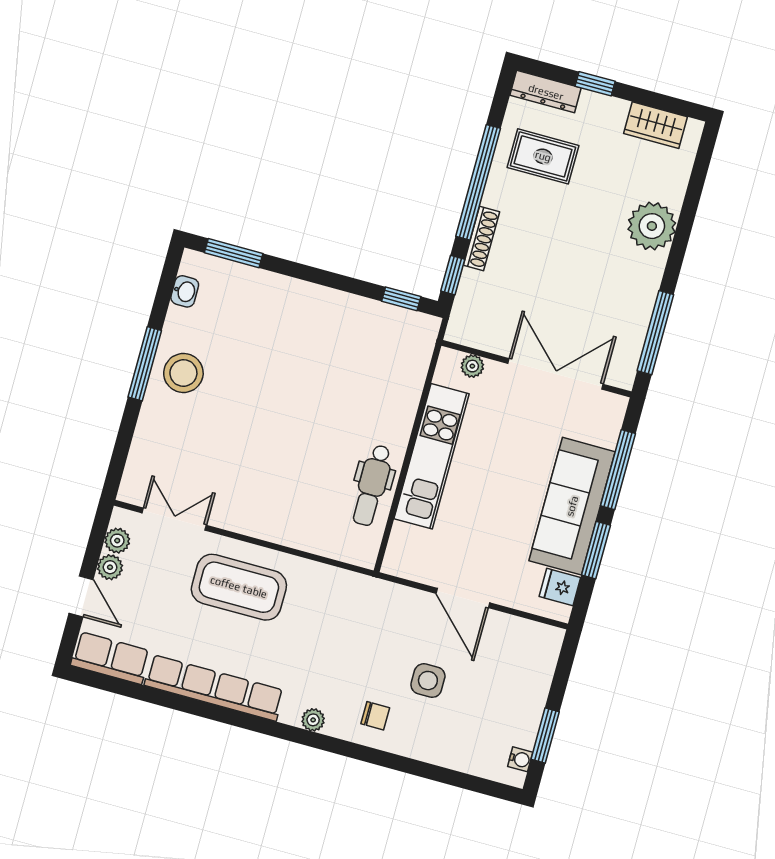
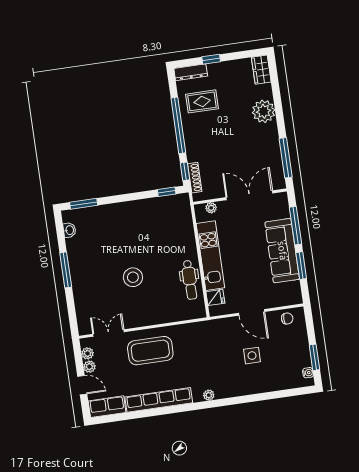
wardrobe: (655, 125) -> (261, 70), moved, turned 90
shoe rack: (482, 239) -> (195, 178), moved
stool: (183, 373) -> (133, 277), moved
fridge: (560, 587) -> (215, 297), moved, turned 180
chair: (375, 716) -> (287, 319), moved

